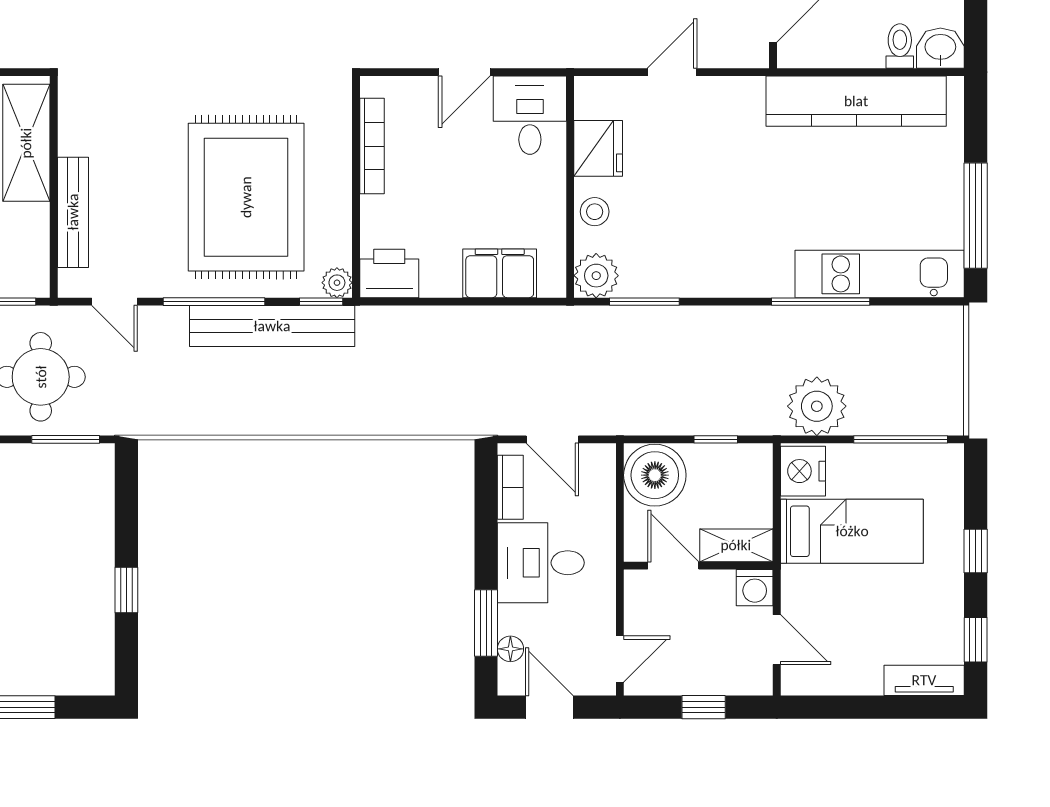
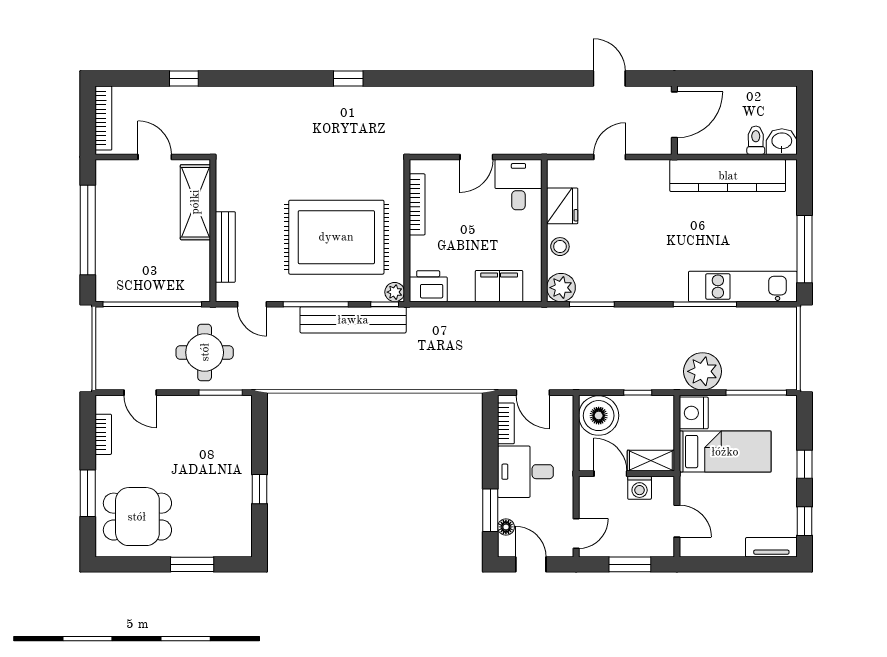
rug: (246, 197) -> (336, 237), turned 90
washing machine: (755, 588) -> (640, 488), moved
window: (704, 707) -> (630, 564), width x1.50

